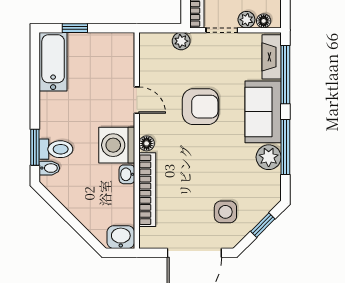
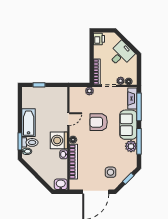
bathtub: (53, 62) -> (29, 123), moved
door: (137, 100) -> (68, 119), hinge flipped
armchair: (200, 107) -> (99, 122), turned 180

